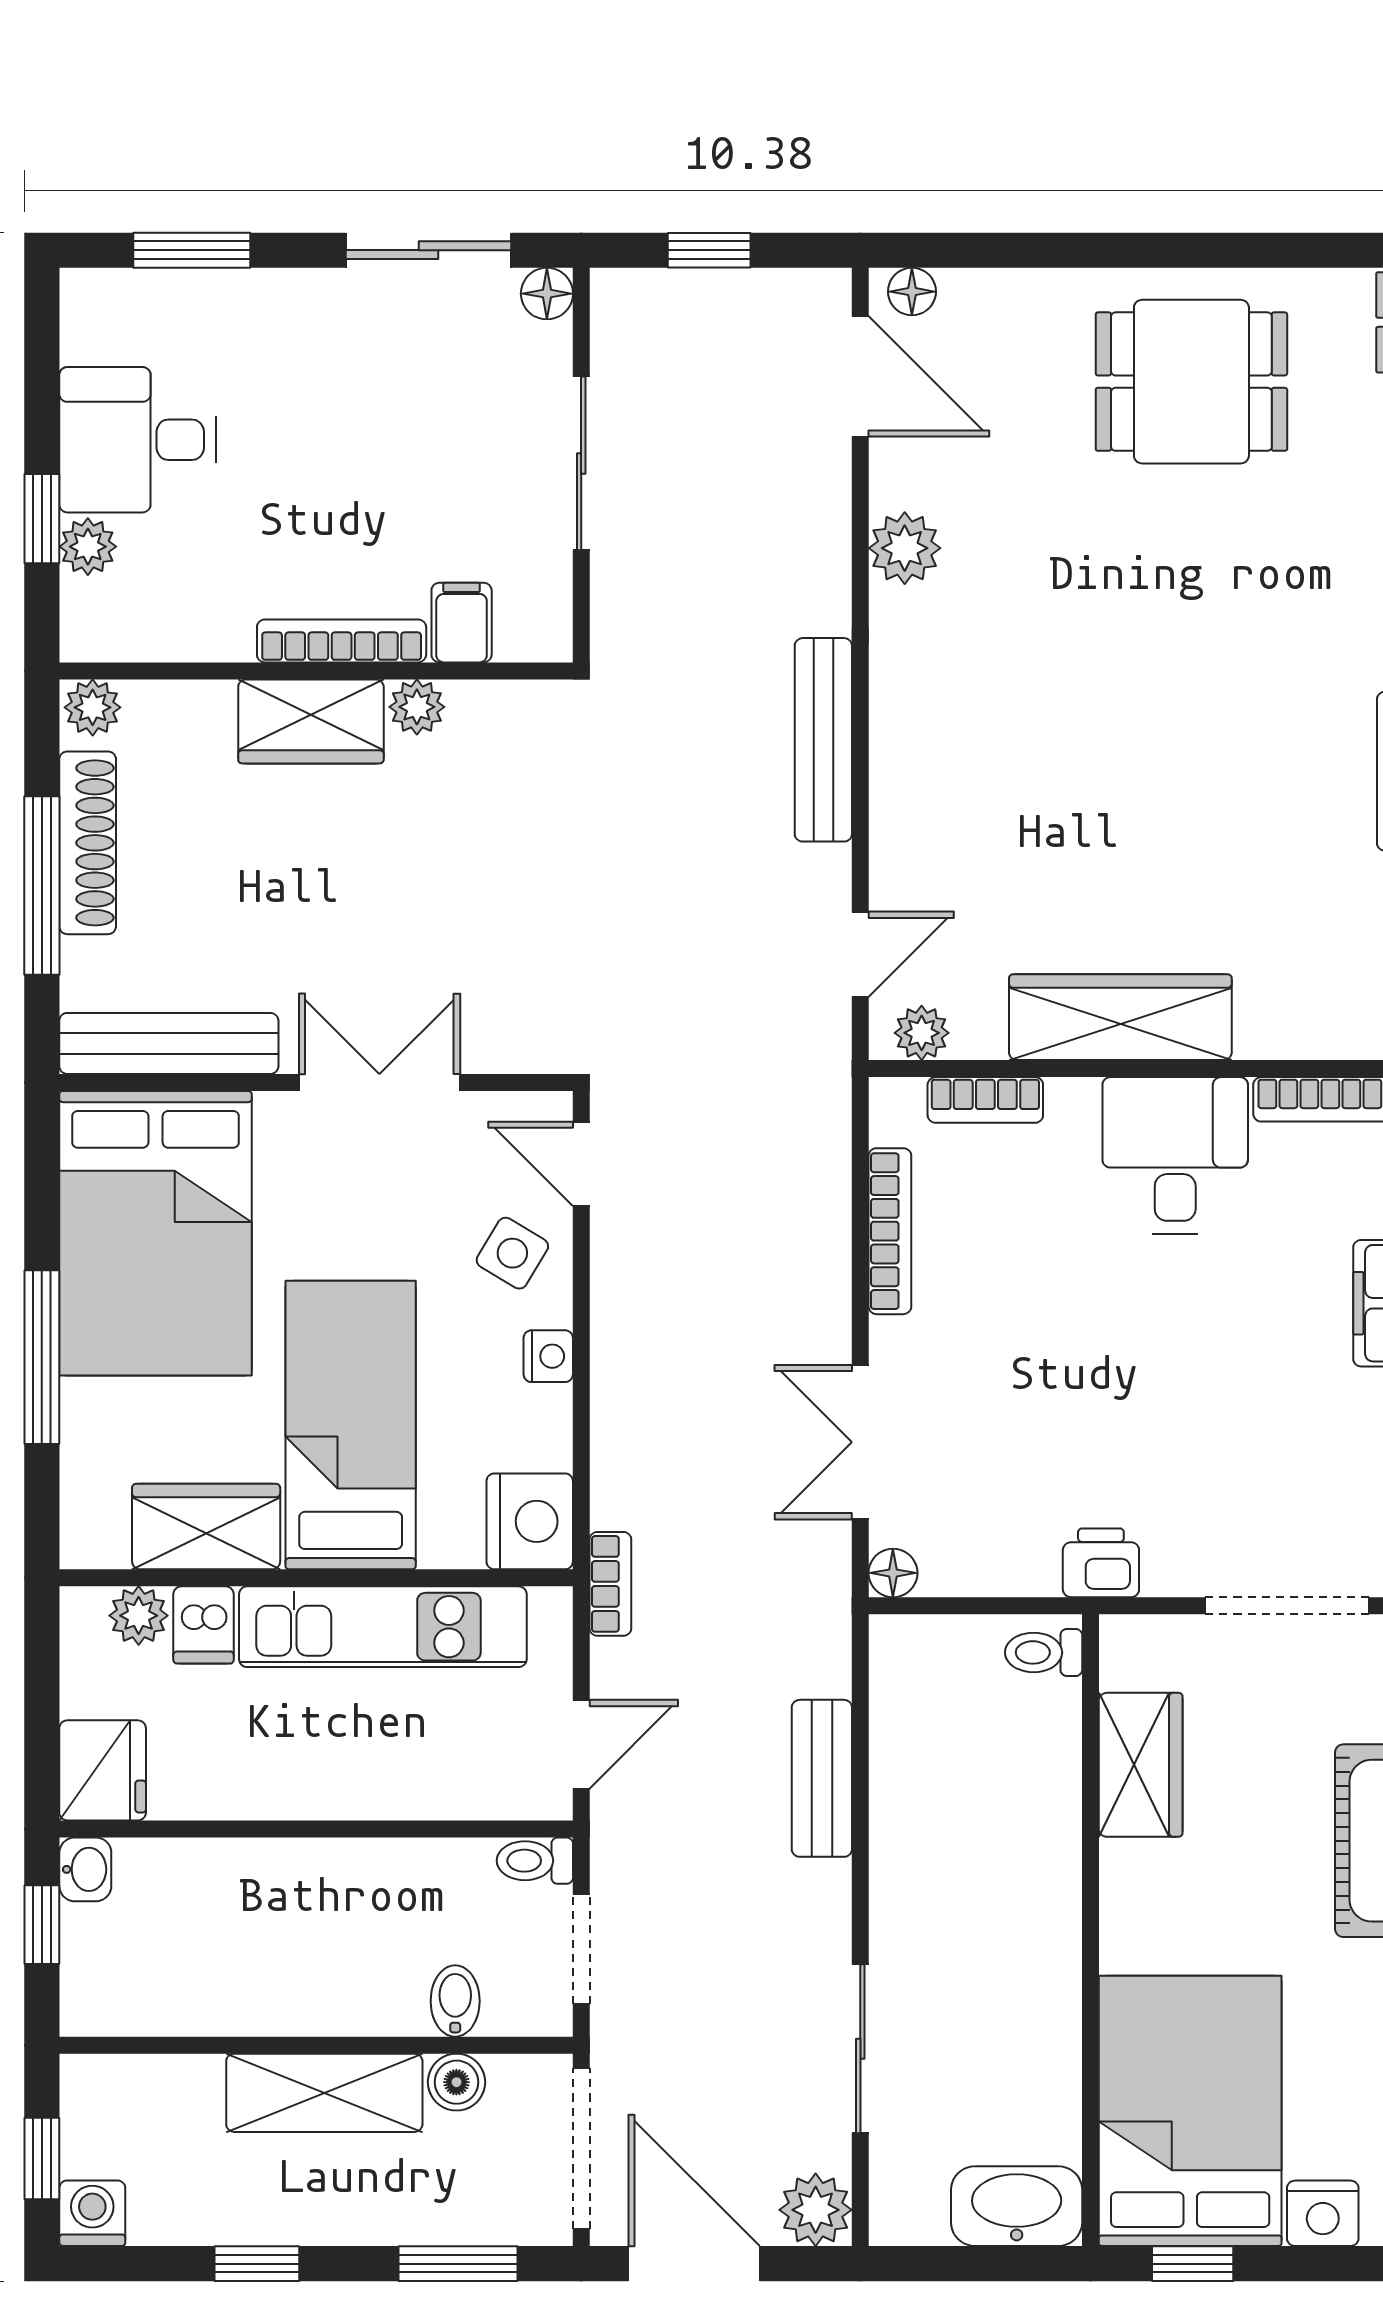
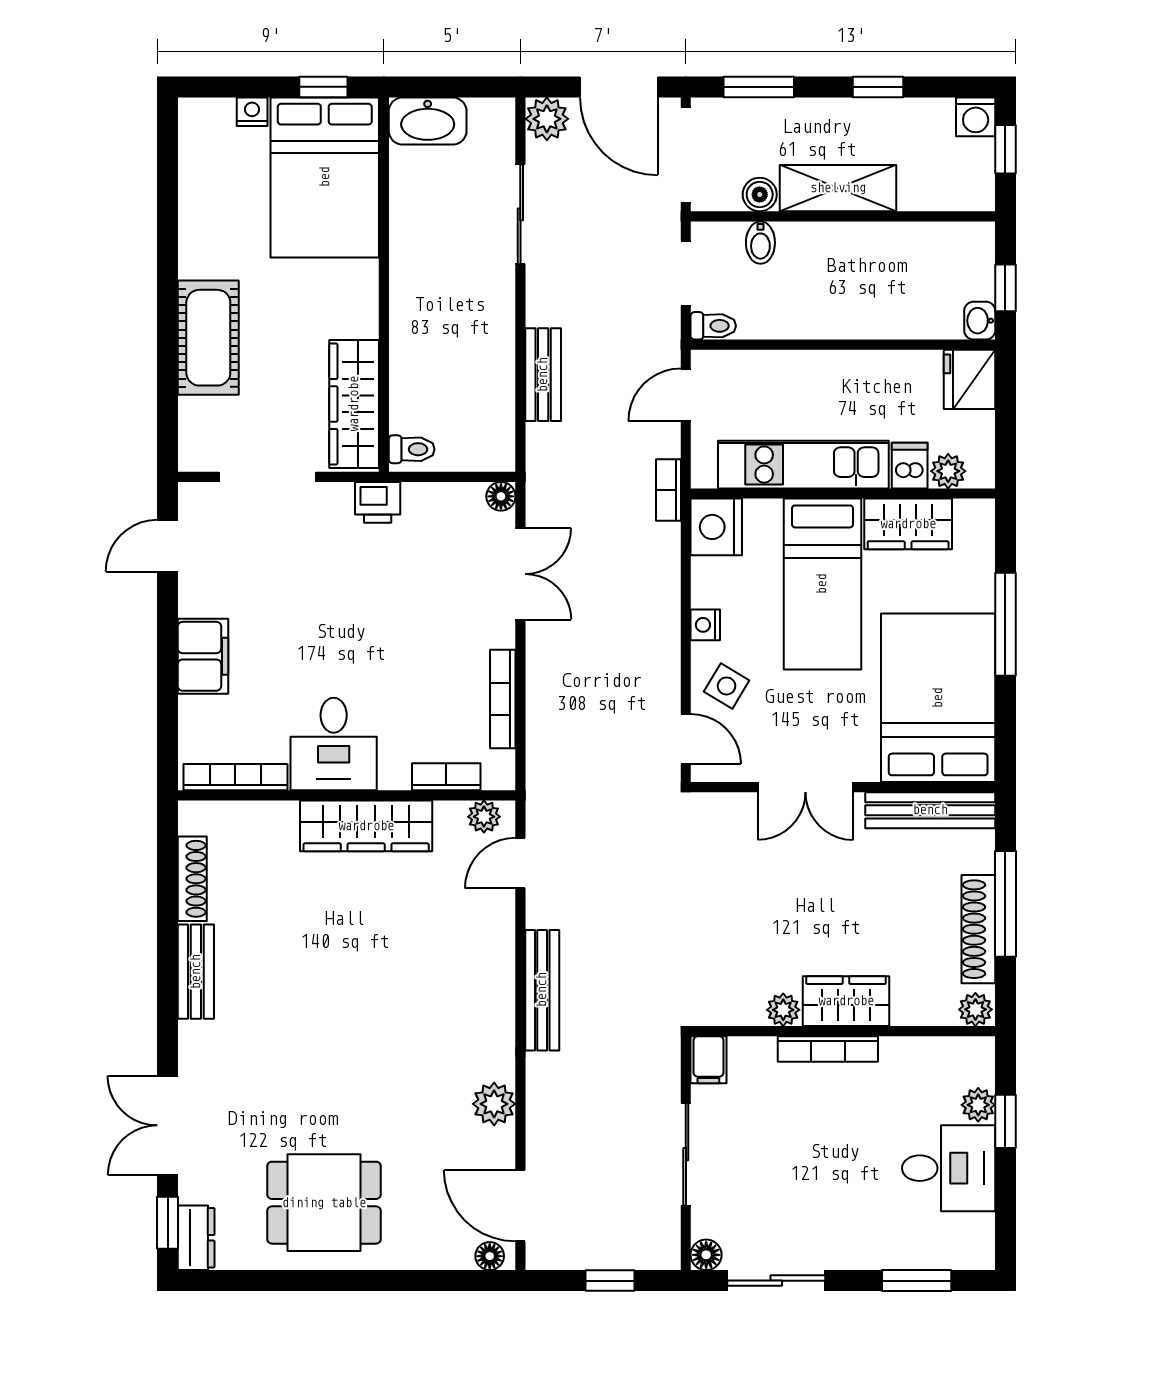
filing cabinet: (462, 623) -> (708, 1060), moved
wardrobe: (1141, 1765) -> (354, 404), width x1.50
nightstand: (1323, 2213) -> (252, 112), width x0.72, depth x0.74

